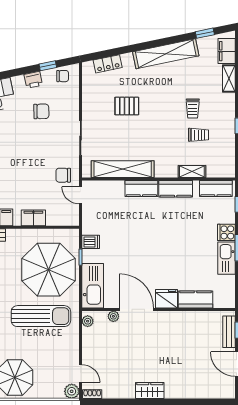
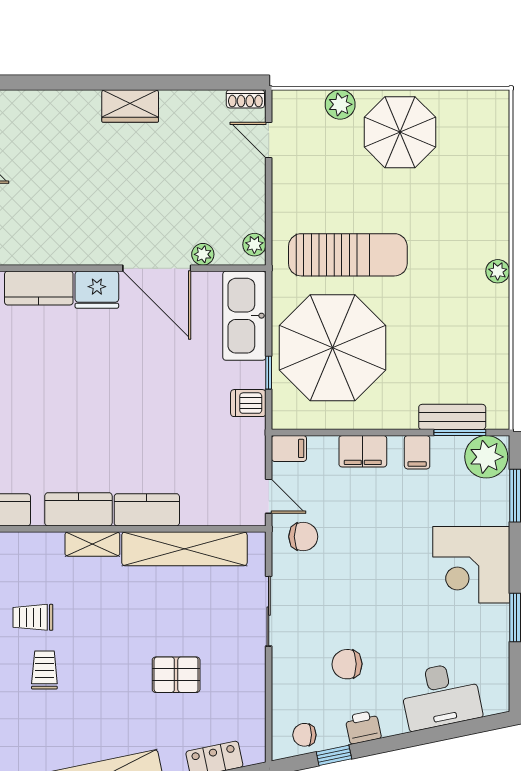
shelving: (192, 171) -> (92, 544), moved
filing cabinet: (70, 219) -> (289, 448), added
sun lounger: (41, 316) -> (348, 255), turned 180
plant: (72, 391) -> (340, 104), moved

